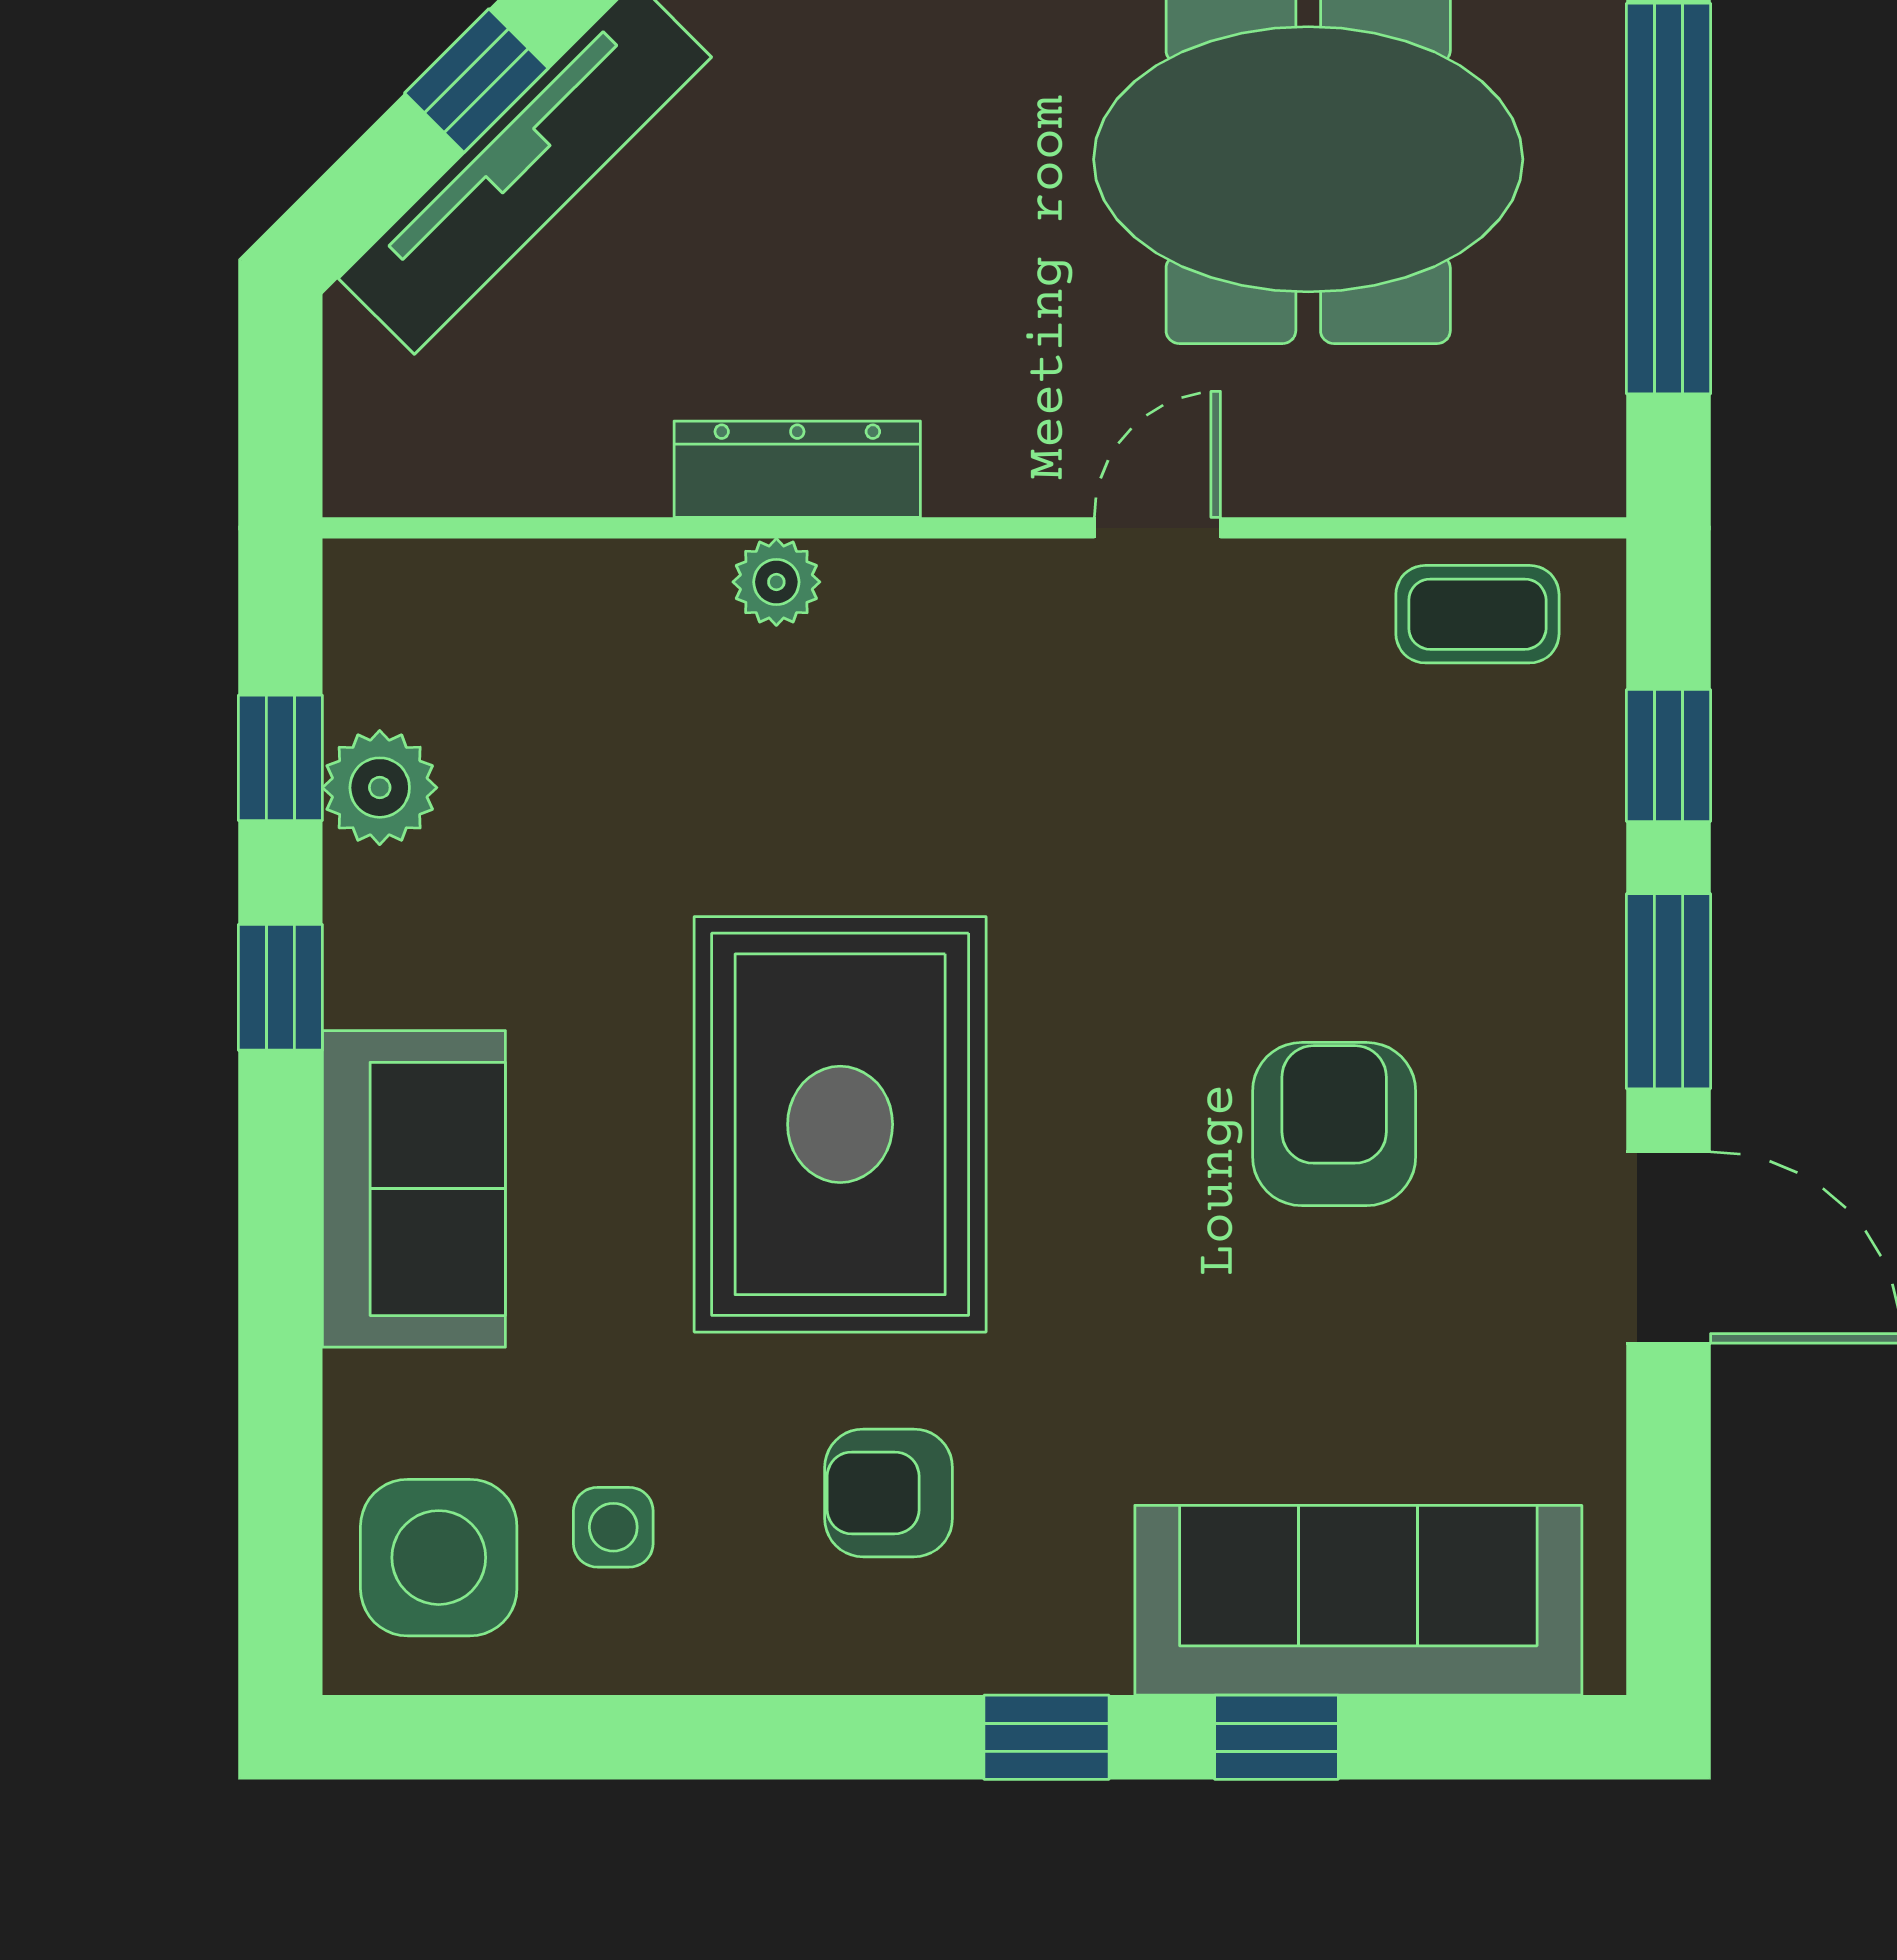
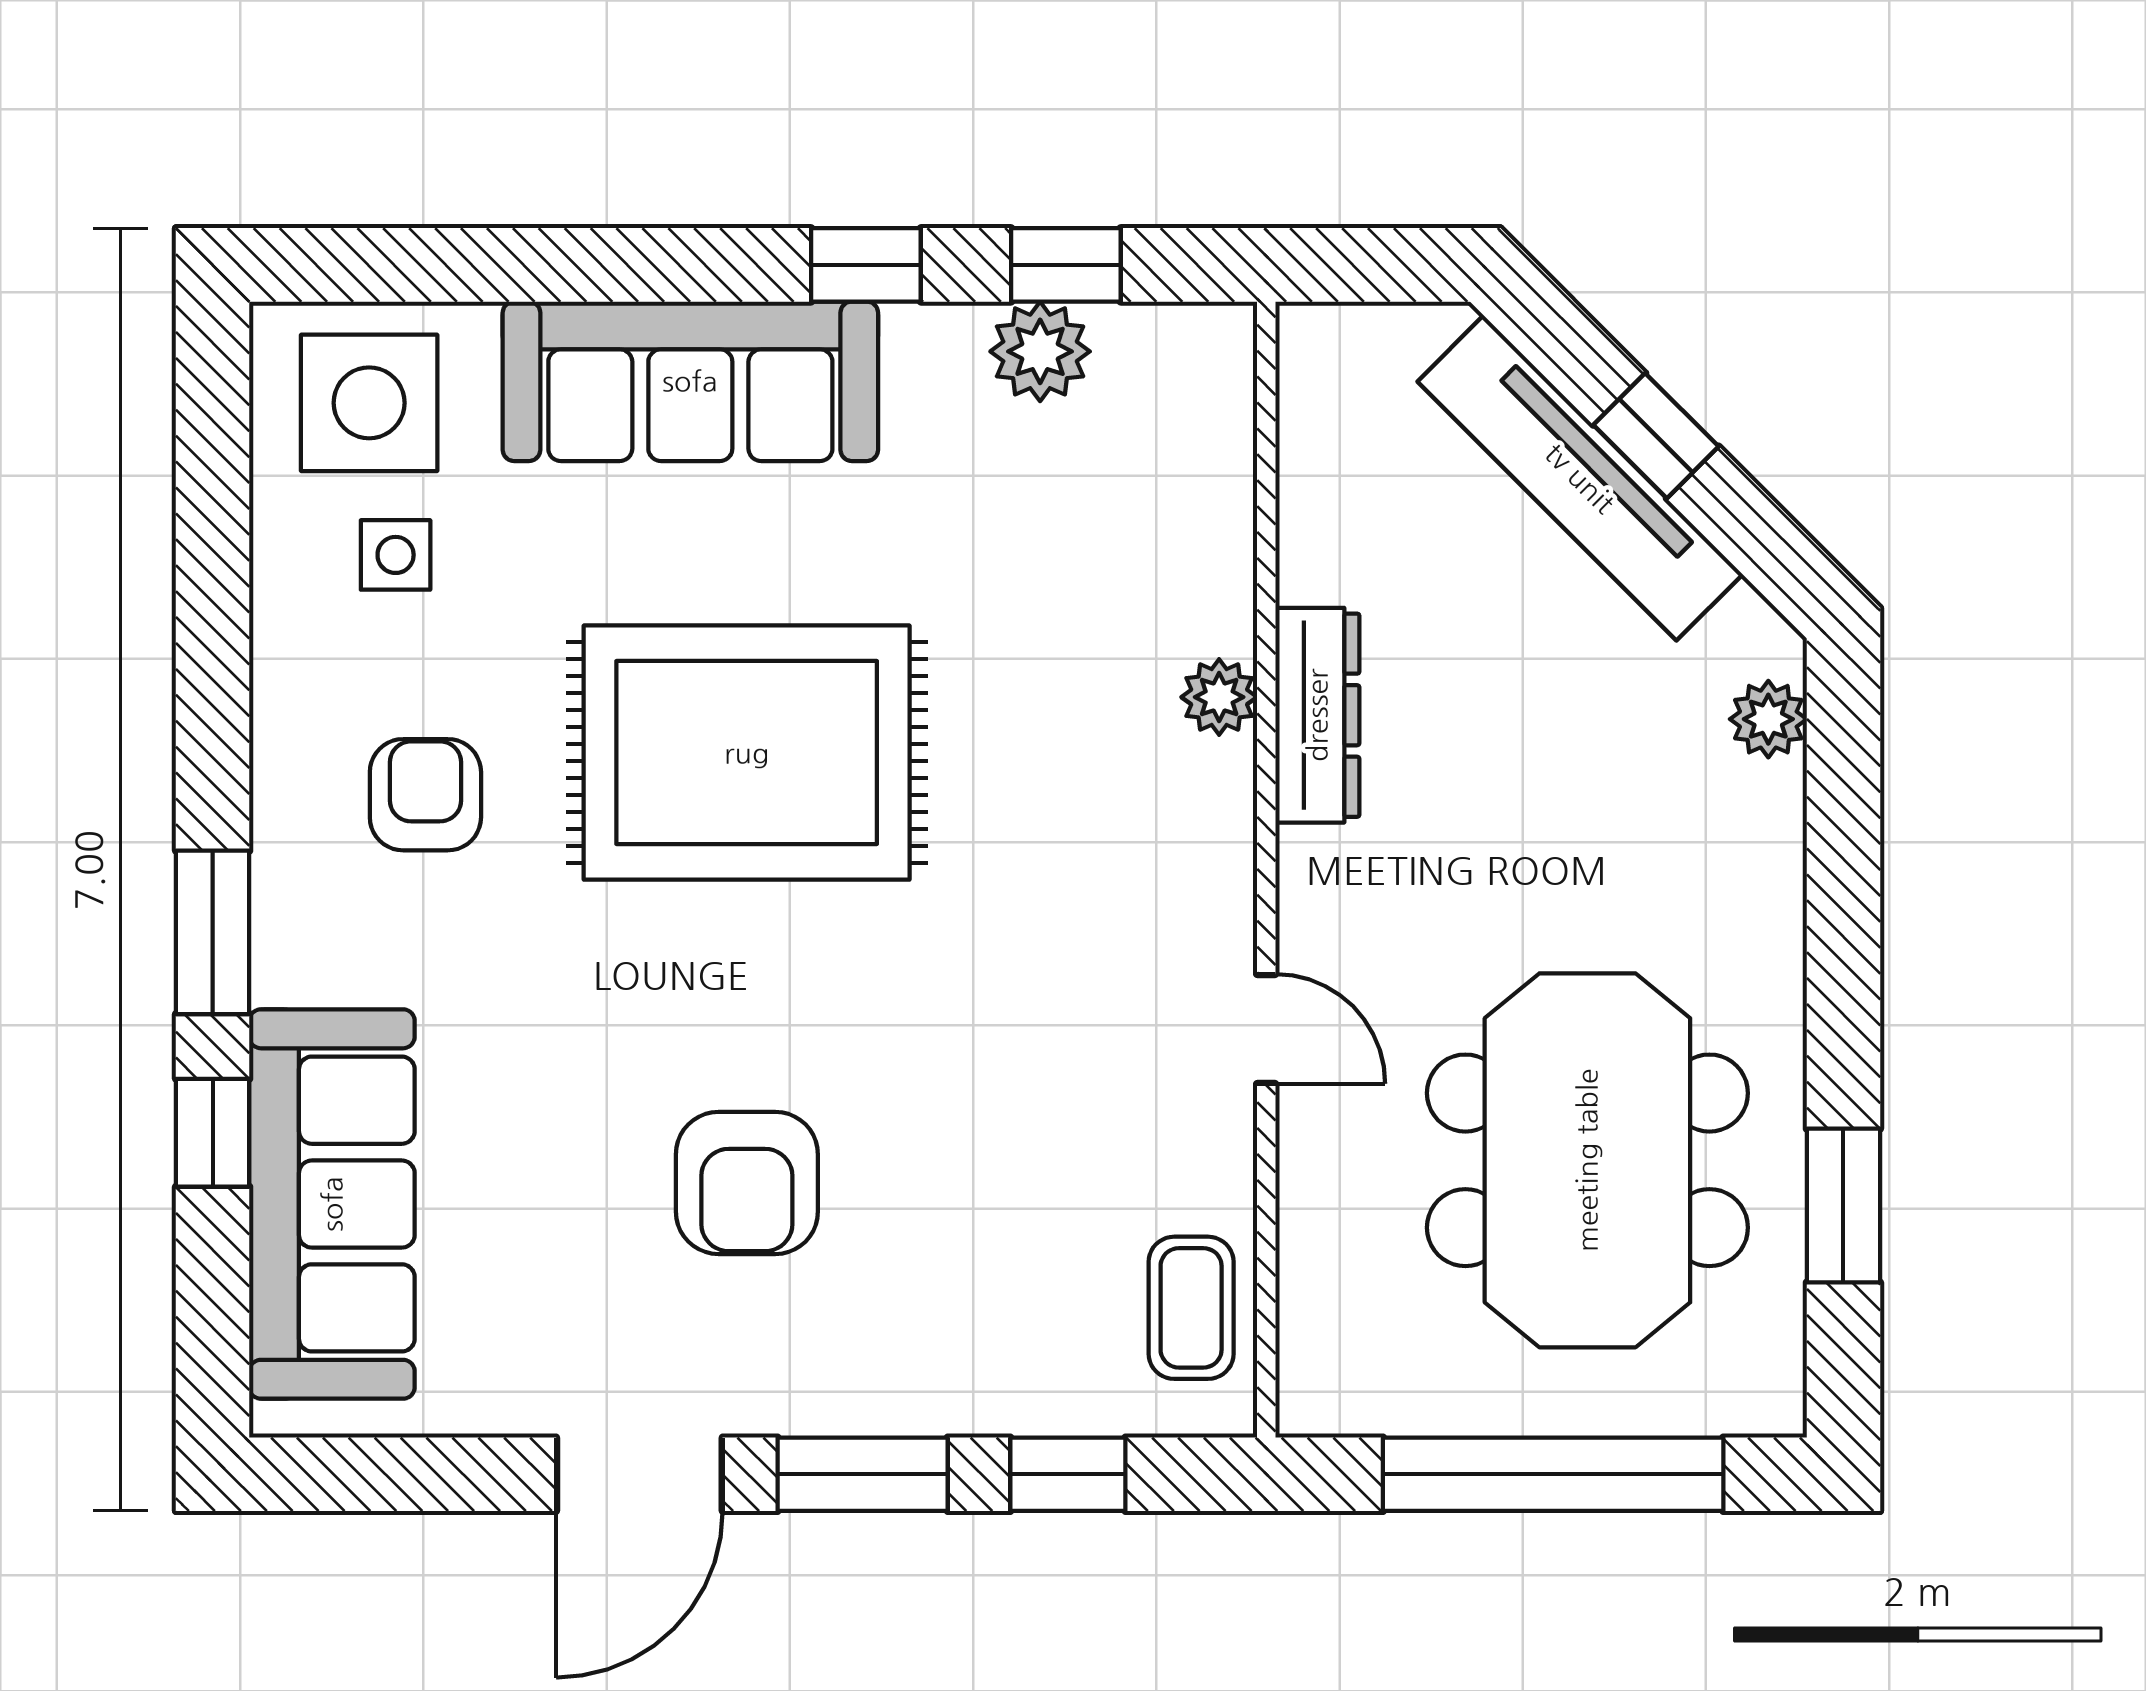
armchair: (1334, 1124) -> (747, 1183), turned 90
sofa: (414, 1189) -> (690, 381), width x1.36
window: (1046, 1737) -> (213, 932), width x1.50

